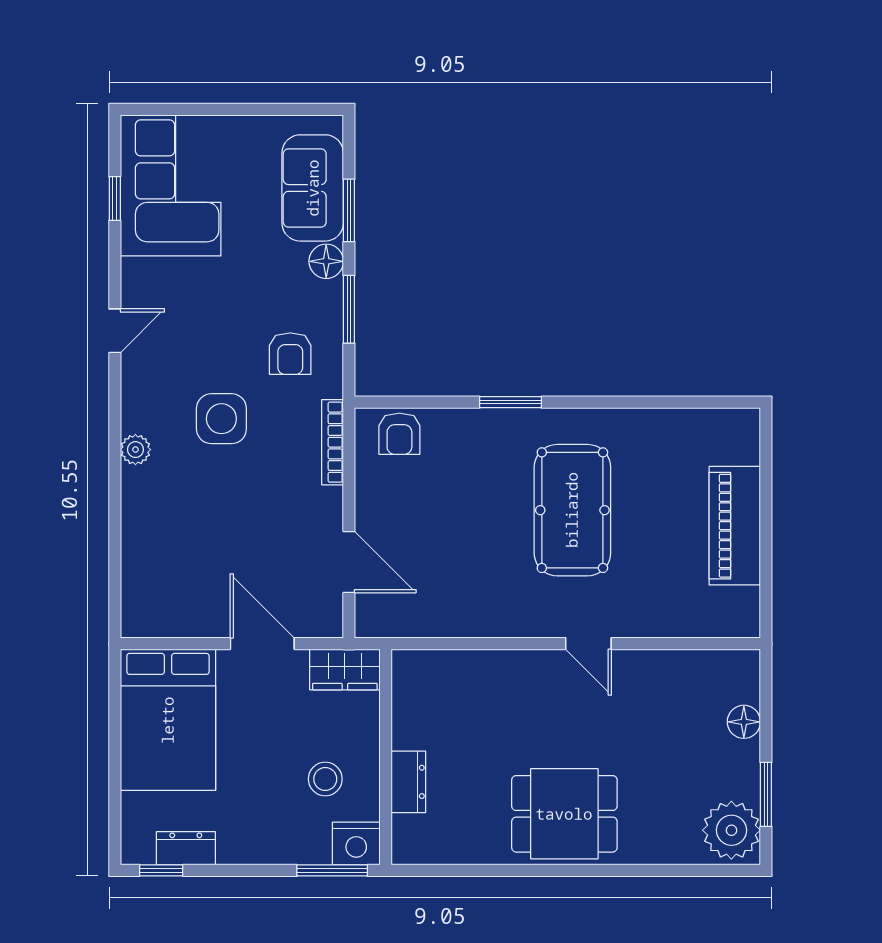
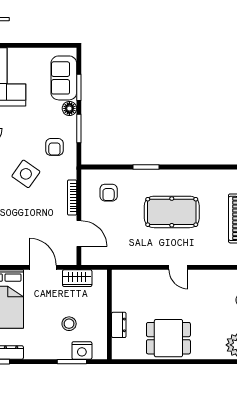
side table: (221, 419) -> (26, 174), turned 35
armchair: (399, 434) -> (109, 193), moved
bookcase: (333, 442) -> (72, 198), moved
pool table: (572, 510) -> (172, 212), turned 90
wall: (386, 757) -> (109, 315), moved
dresser: (408, 782) -> (119, 325), moved

